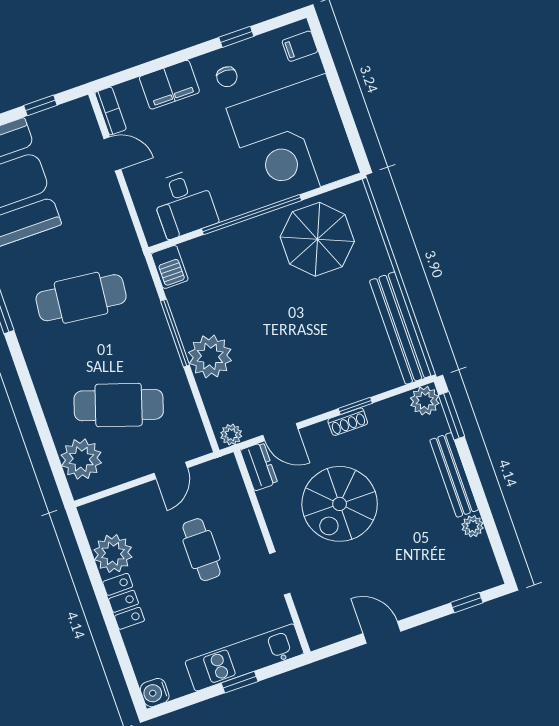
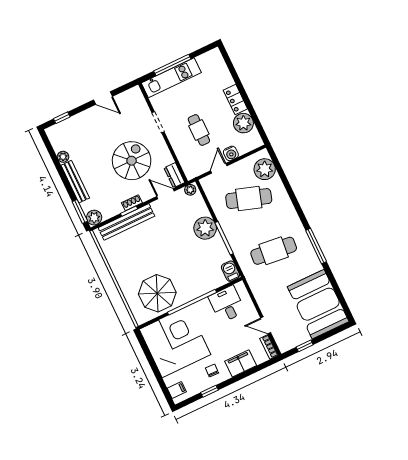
bench: (400, 328) -> (126, 222), moved, turned 90
window: (240, 682) -> (172, 65), width x2.17
water cooler: (155, 693) -> (231, 153), moved, turned 90

